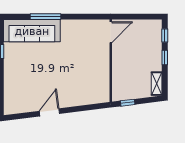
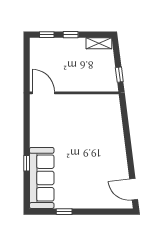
window: (46, 17) -> (27, 163), width x0.46
door: (49, 112) -> (134, 189), moved

